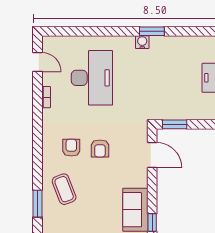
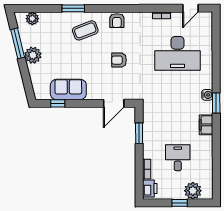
filing cabinet: (178, 44) -> (206, 125), added
window: (175, 124) -> (139, 133), moved
armchair: (71, 148) -> (117, 21), moved, turned 90

